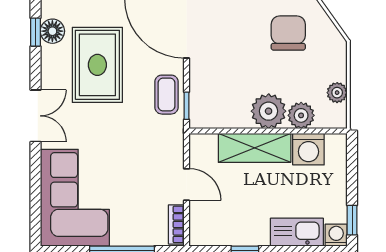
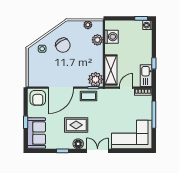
floor lamp: (52, 31) -> (78, 144), moved
chair: (288, 33) -> (63, 45), turned -121
rug: (97, 65) -> (76, 125), width x0.73, depth x0.70
plant: (269, 111) -> (96, 79), moved
shelving: (255, 148) -> (111, 70), moved
kitchen sink: (297, 232) -> (146, 76), moved

